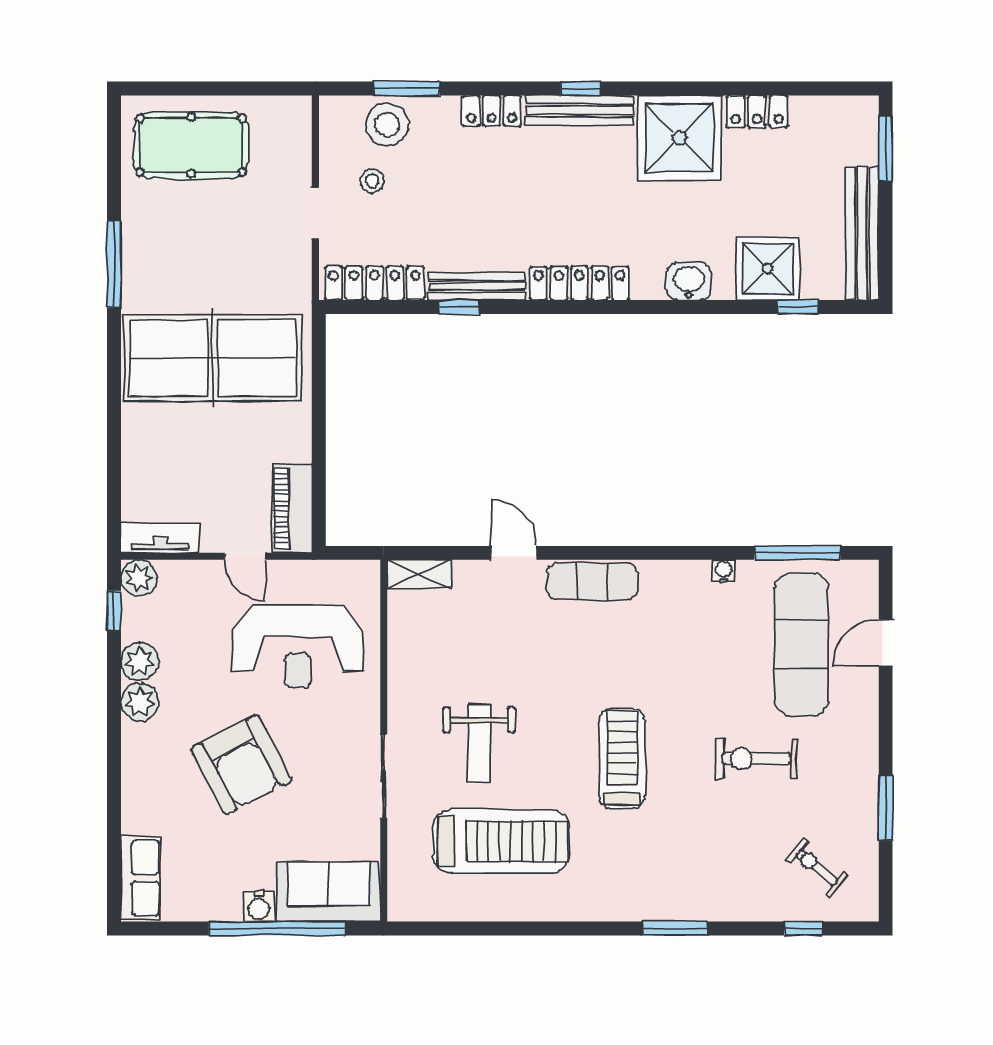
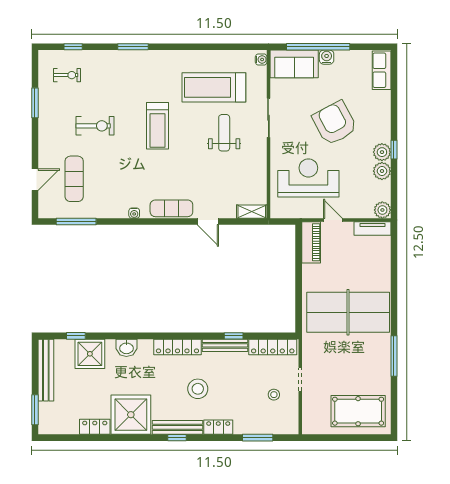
stool: (387, 124) -> (198, 389), moved
water cooler: (724, 571) -> (134, 213), moved
window: (114, 611) -> (394, 150), moved
exercise mat: (801, 645) -> (74, 179), width x0.73, depth x0.69
exercise bike: (817, 868) -> (67, 75), turned -40
water cooler: (399, 901) -> (261, 59), added

